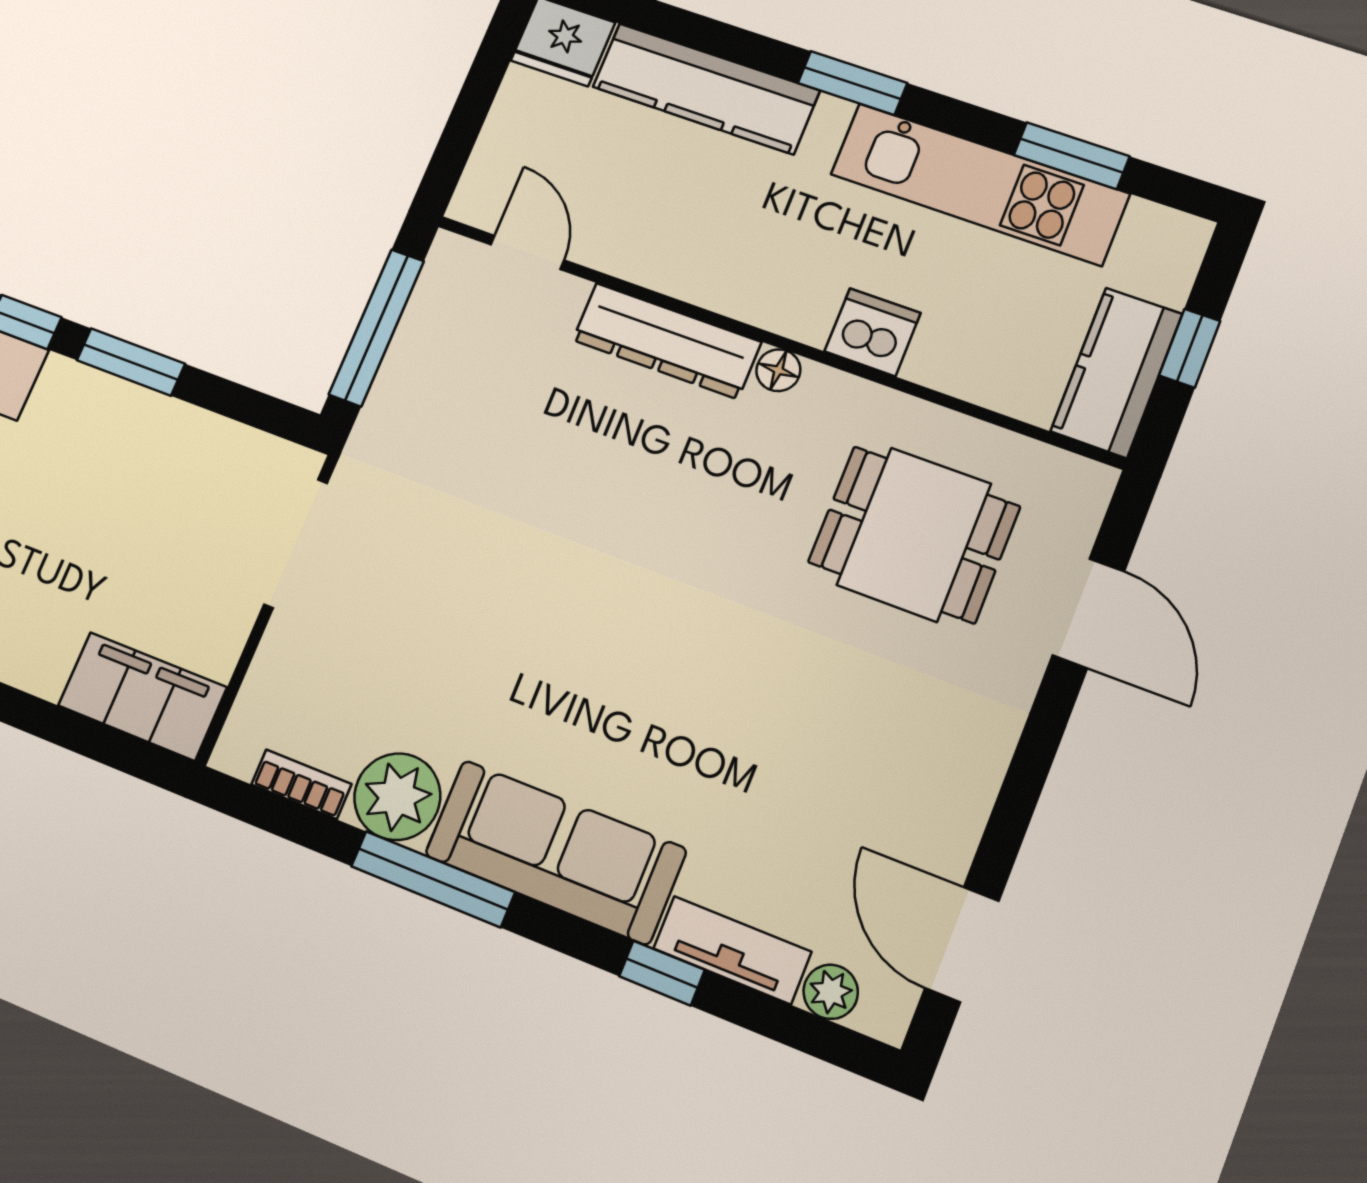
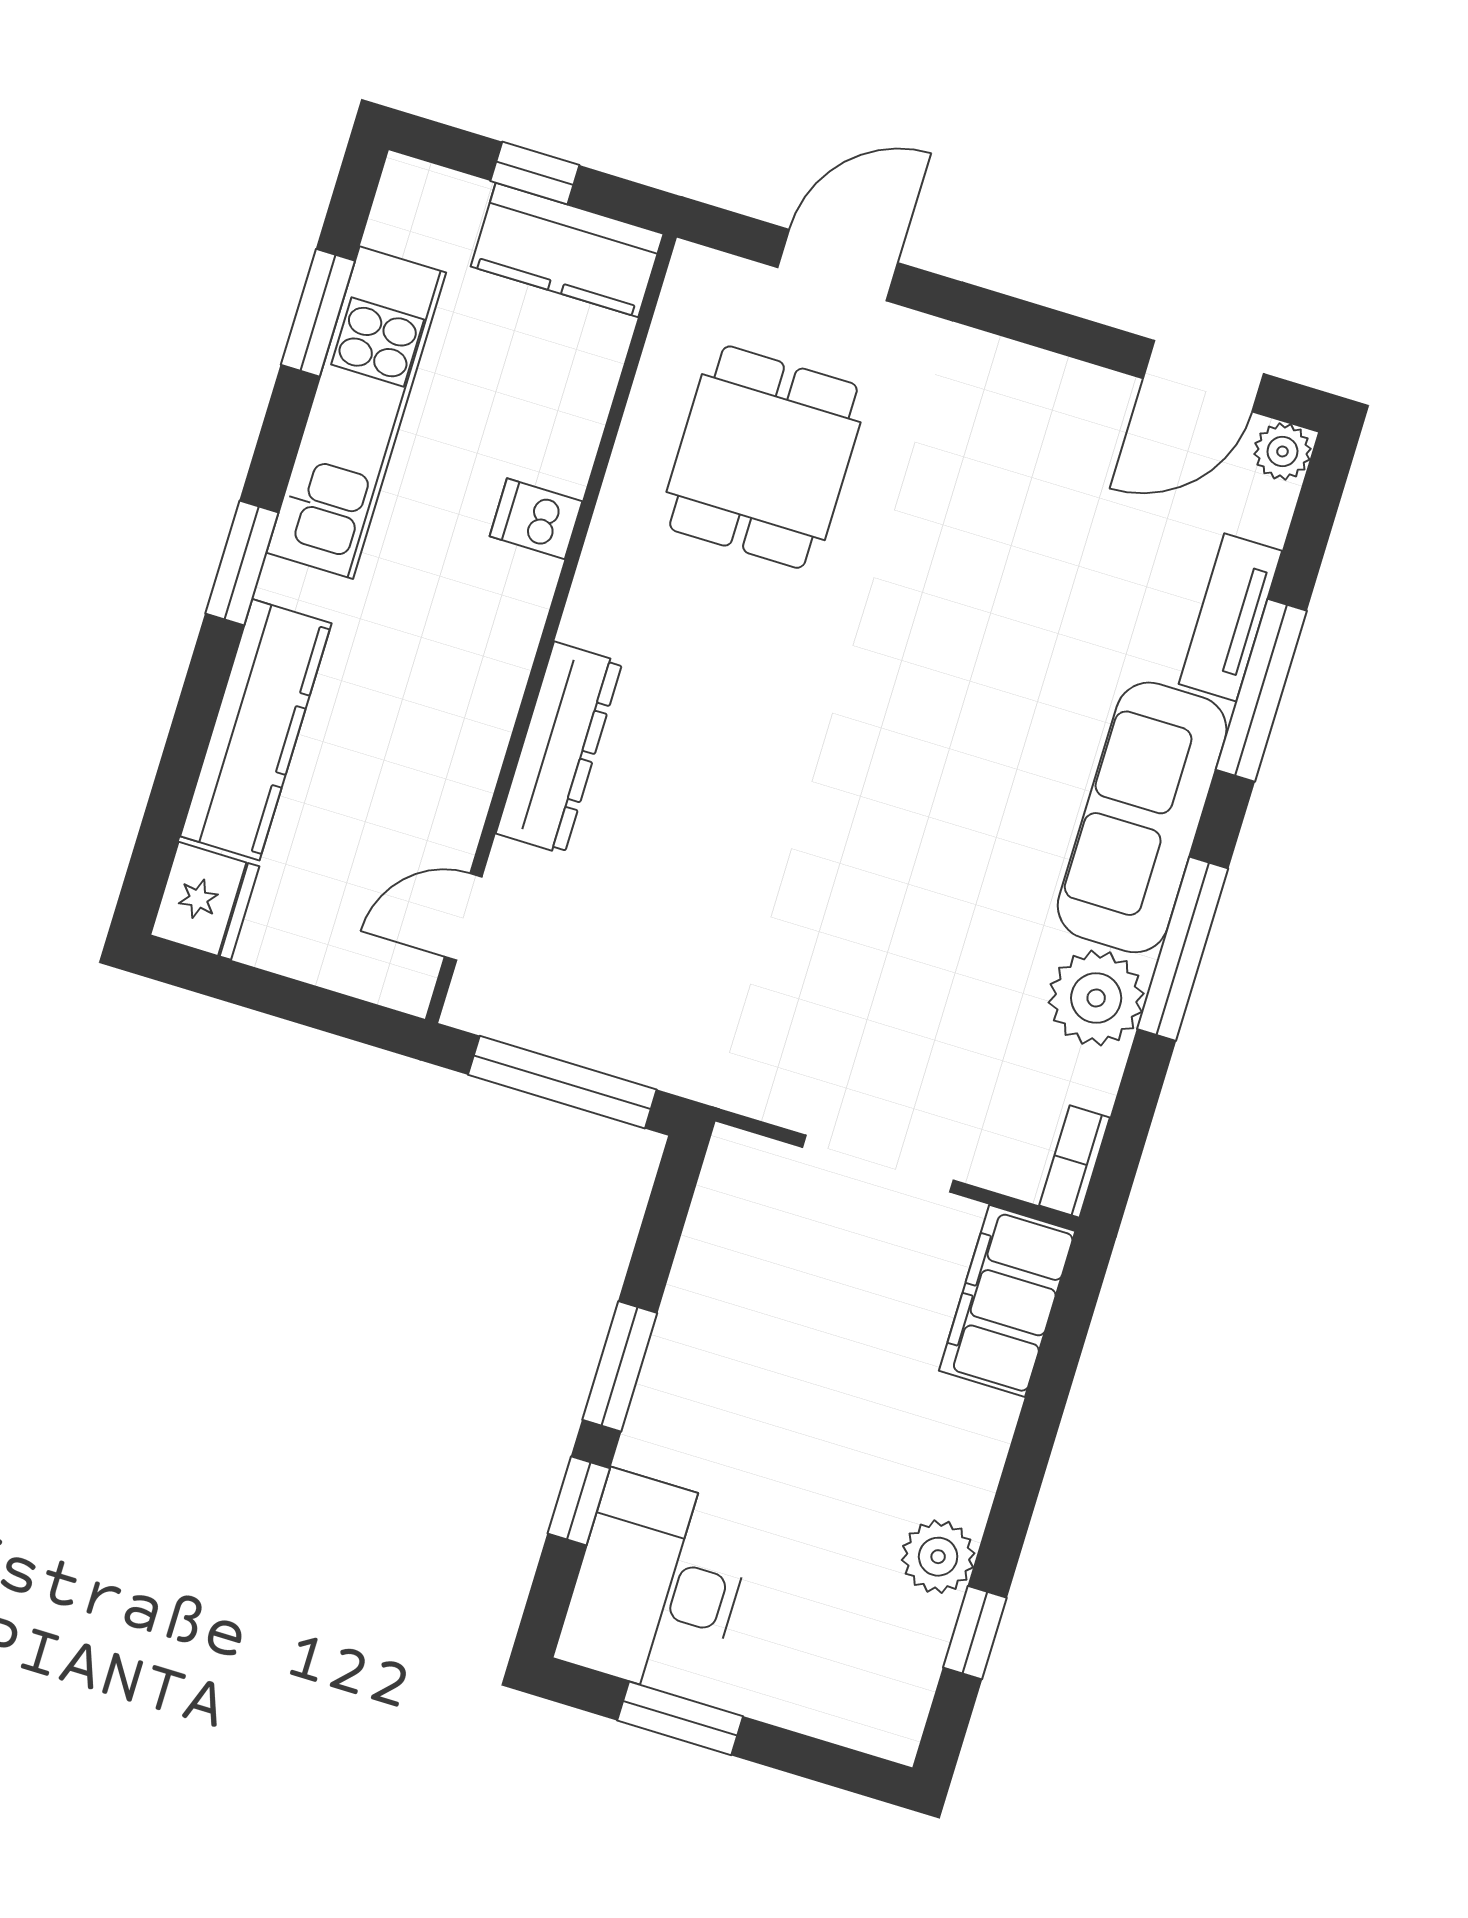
dishwasher: (873, 332) -> (536, 519), width x0.73
floor lamp: (778, 370) -> (586, 620), removed
doorway: (296, 543) -> (878, 1164), moved
bookcase: (301, 784) -> (1075, 1161), moved
window: (662, 973) -> (1261, 690), width x2.17
plant: (831, 992) -> (1282, 451), moved

